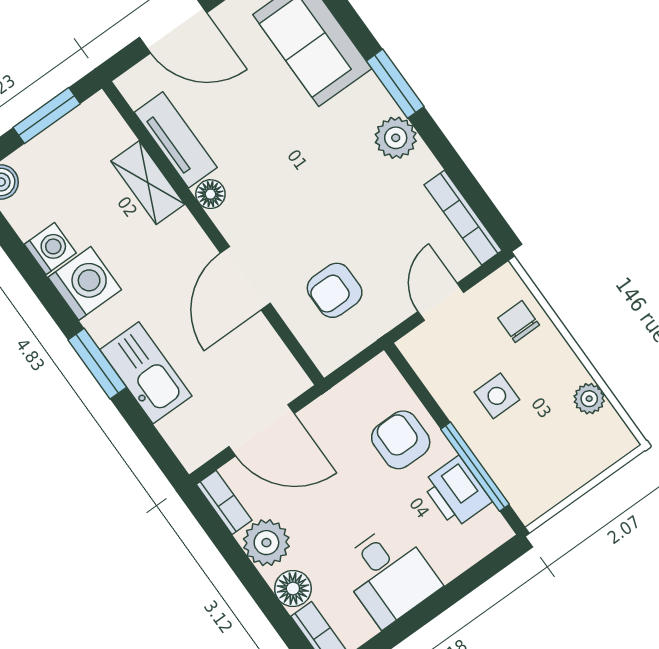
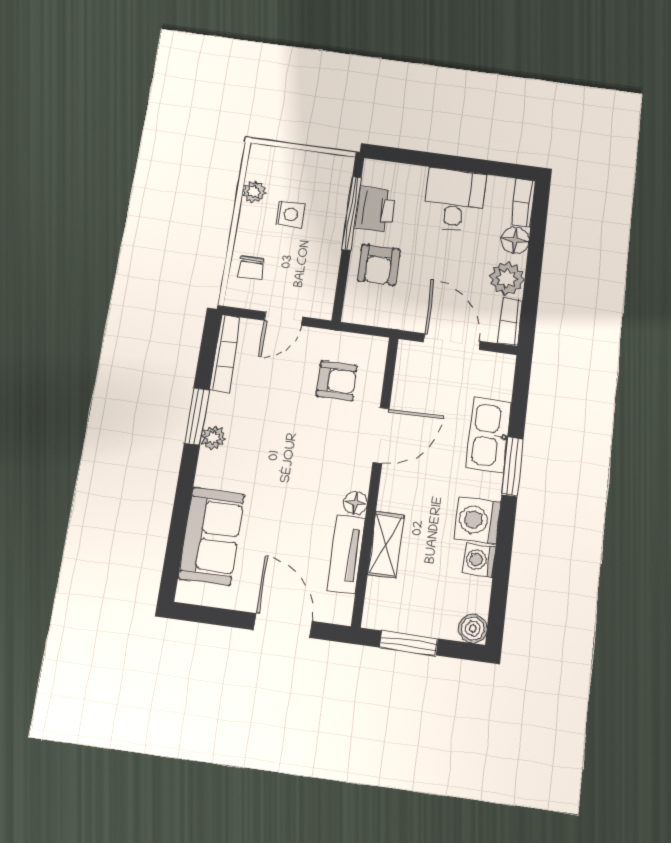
window: (395, 84) -> (197, 416), moved
plant: (396, 138) -> (213, 438), width x0.73, depth x0.73
side table: (497, 396) -> (291, 215), moved

